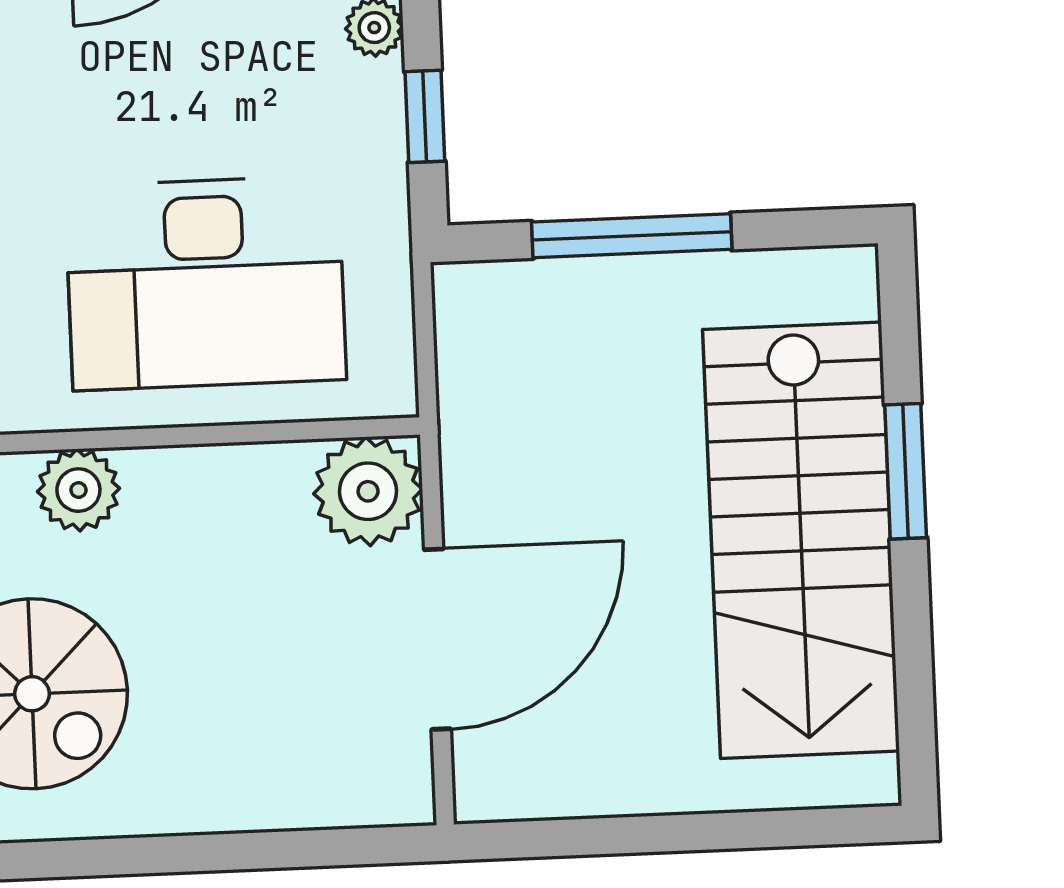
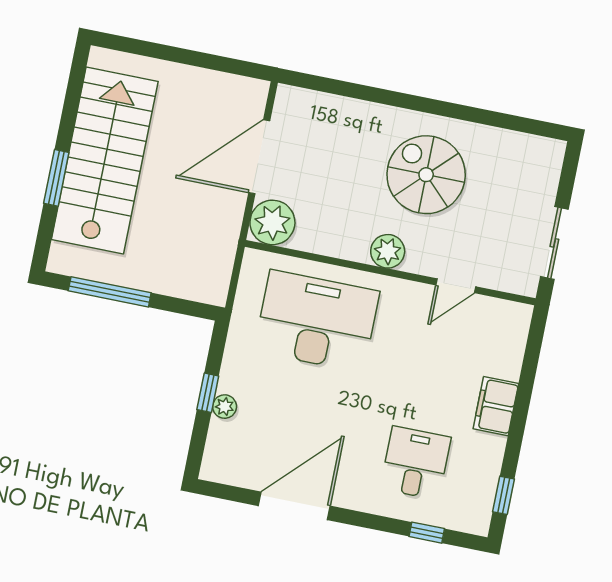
window: (425, 116) -> (208, 393), moved
window: (632, 236) -> (110, 292), moved

